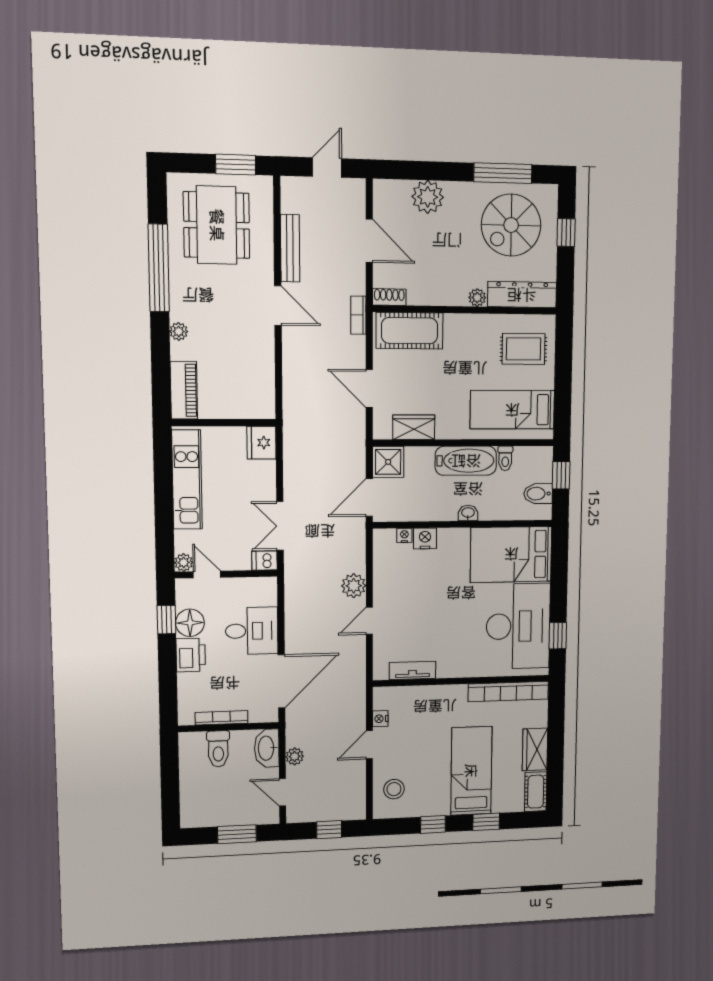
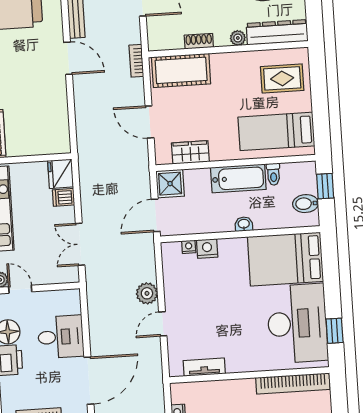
shoe rack: (389, 297) -> (199, 41), moved
dishwasher: (265, 561) -> (63, 197), moved

